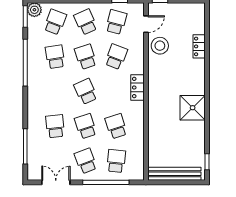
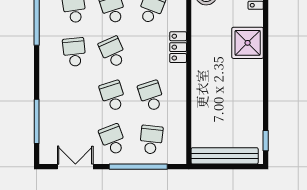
shower: (193, 108) -> (248, 43), moved
school desk: (55, 126) -> (74, 52), moved

